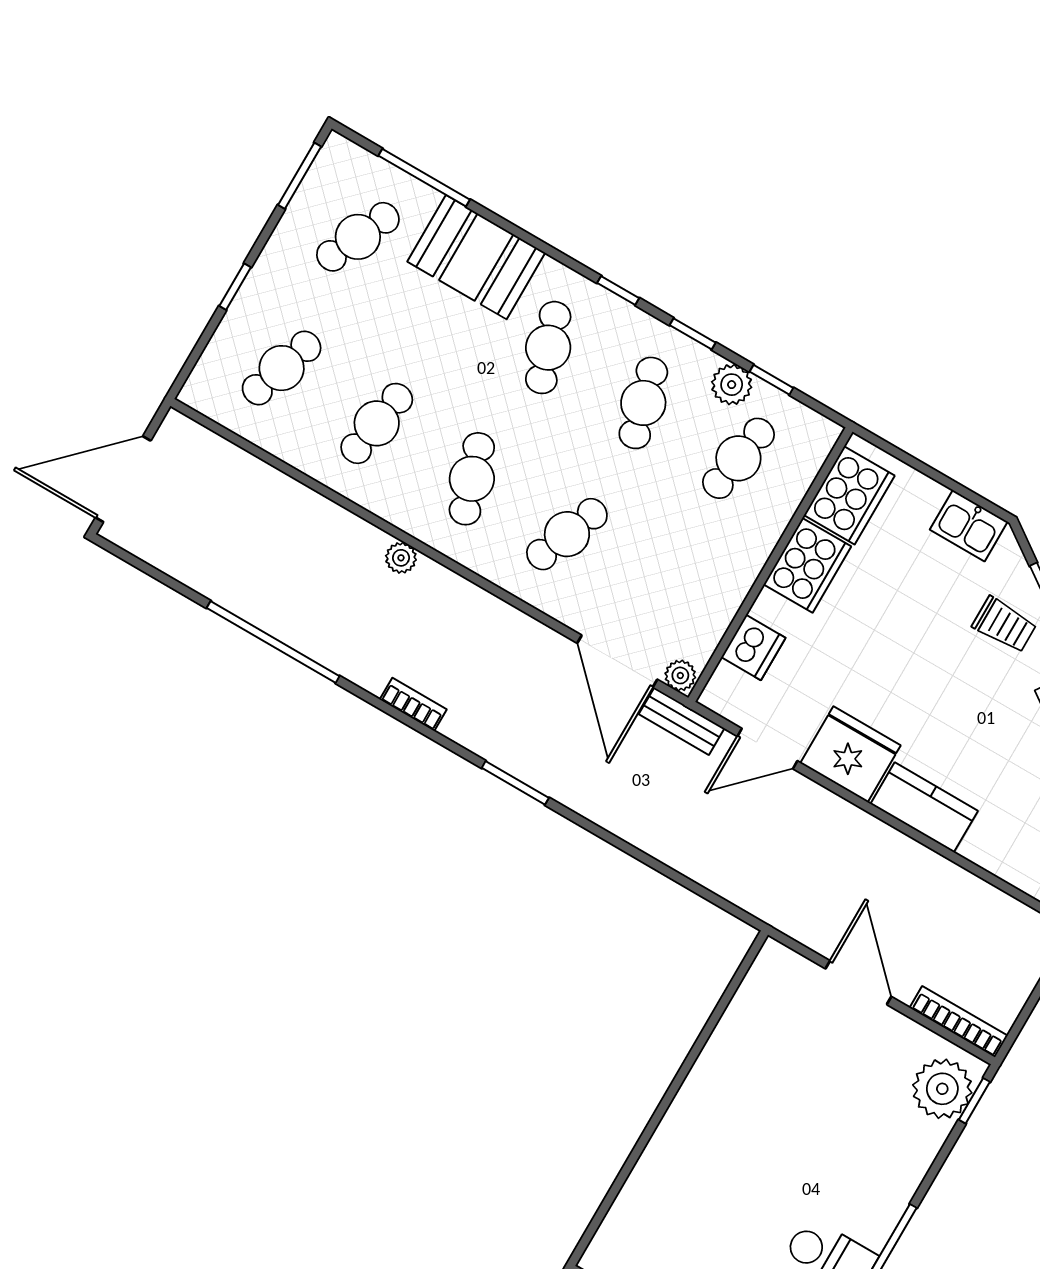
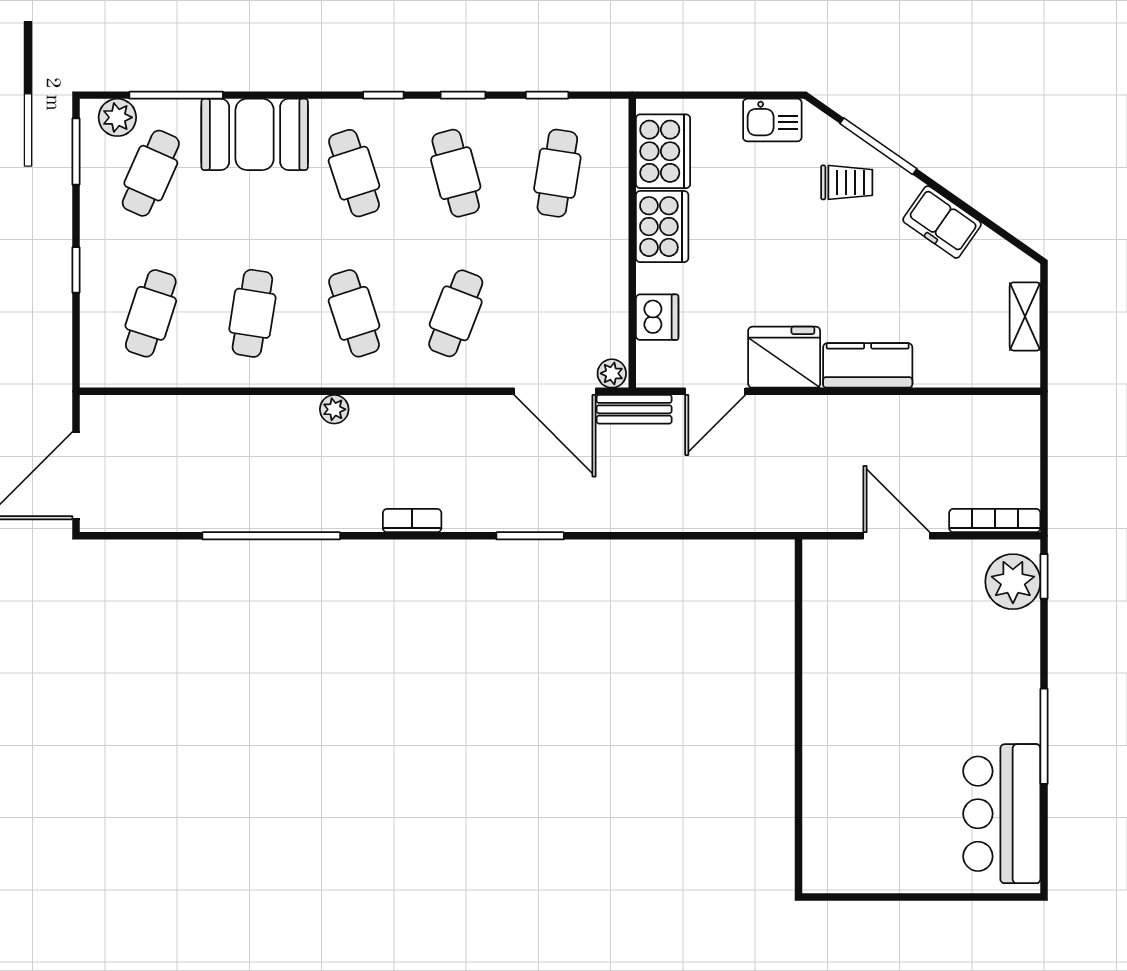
plant: (732, 385) -> (117, 117), moved

